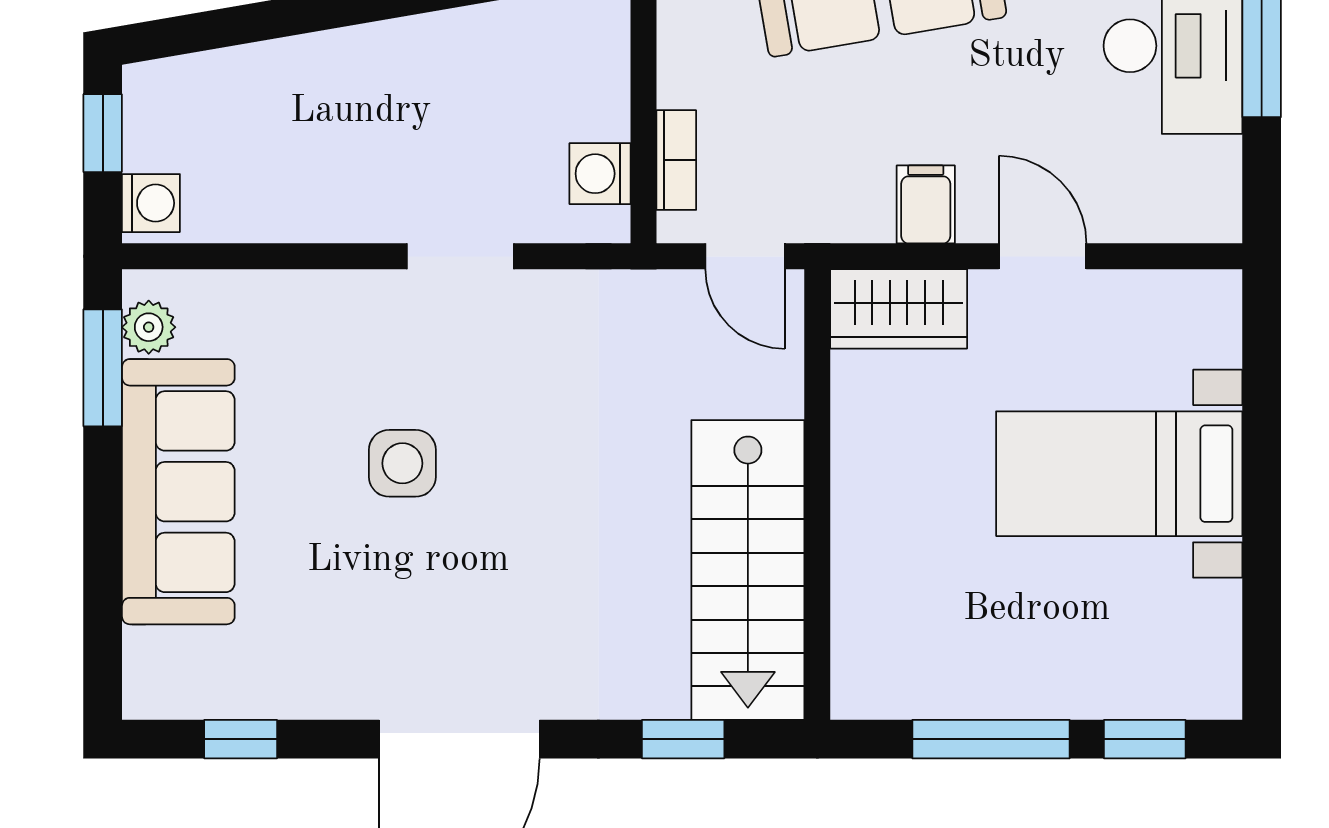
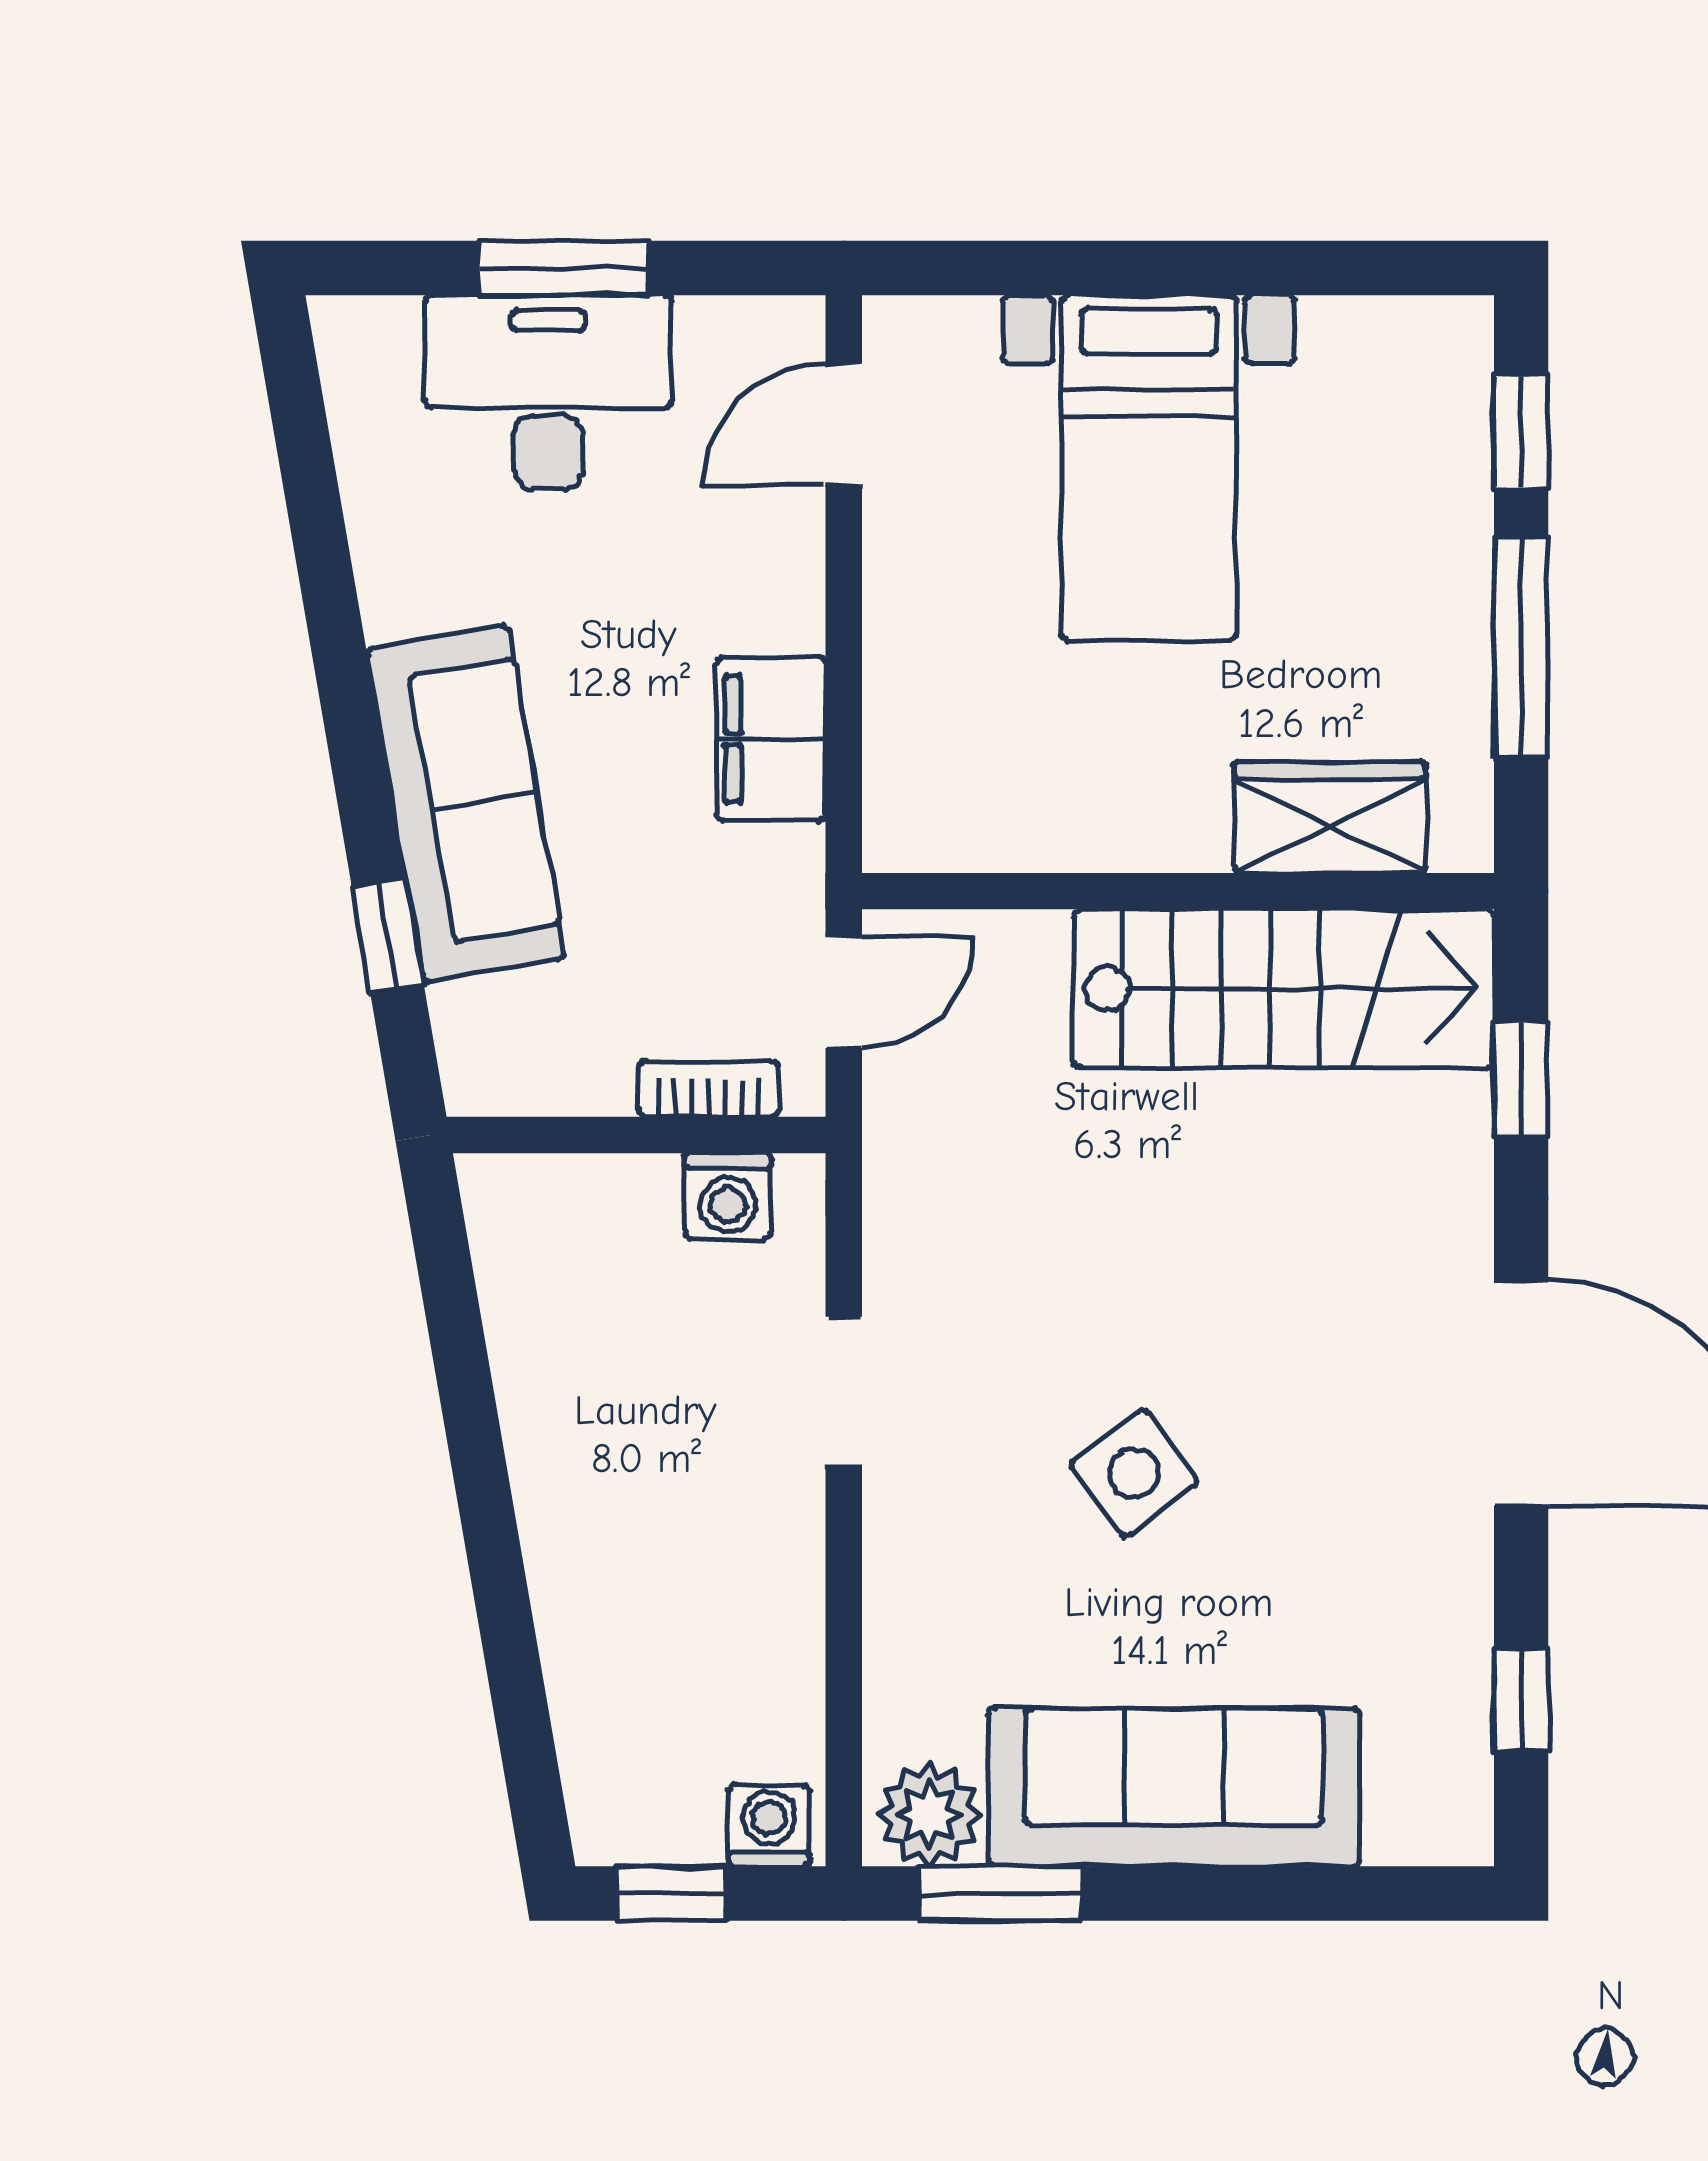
filing cabinet: (926, 204) -> (771, 739), width x2.00
door: (1043, 256) -> (844, 425), moved
wardrobe: (899, 309) -> (1330, 817), moved, turned -90
plant: (149, 327) -> (929, 1815), width x1.38, depth x1.38
side table: (402, 463) -> (1134, 1473), turned -37

